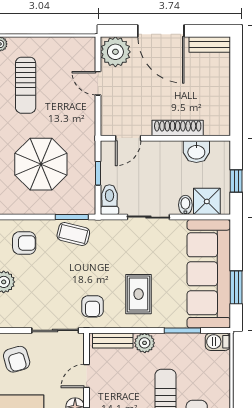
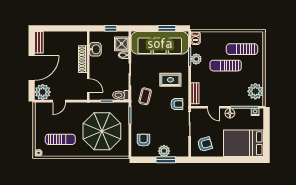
parasol: (41, 164) -> (102, 131), width x1.36, depth x1.36
coffee table: (73, 234) -> (145, 96), moved
plant: (145, 343) -> (196, 59), moved

